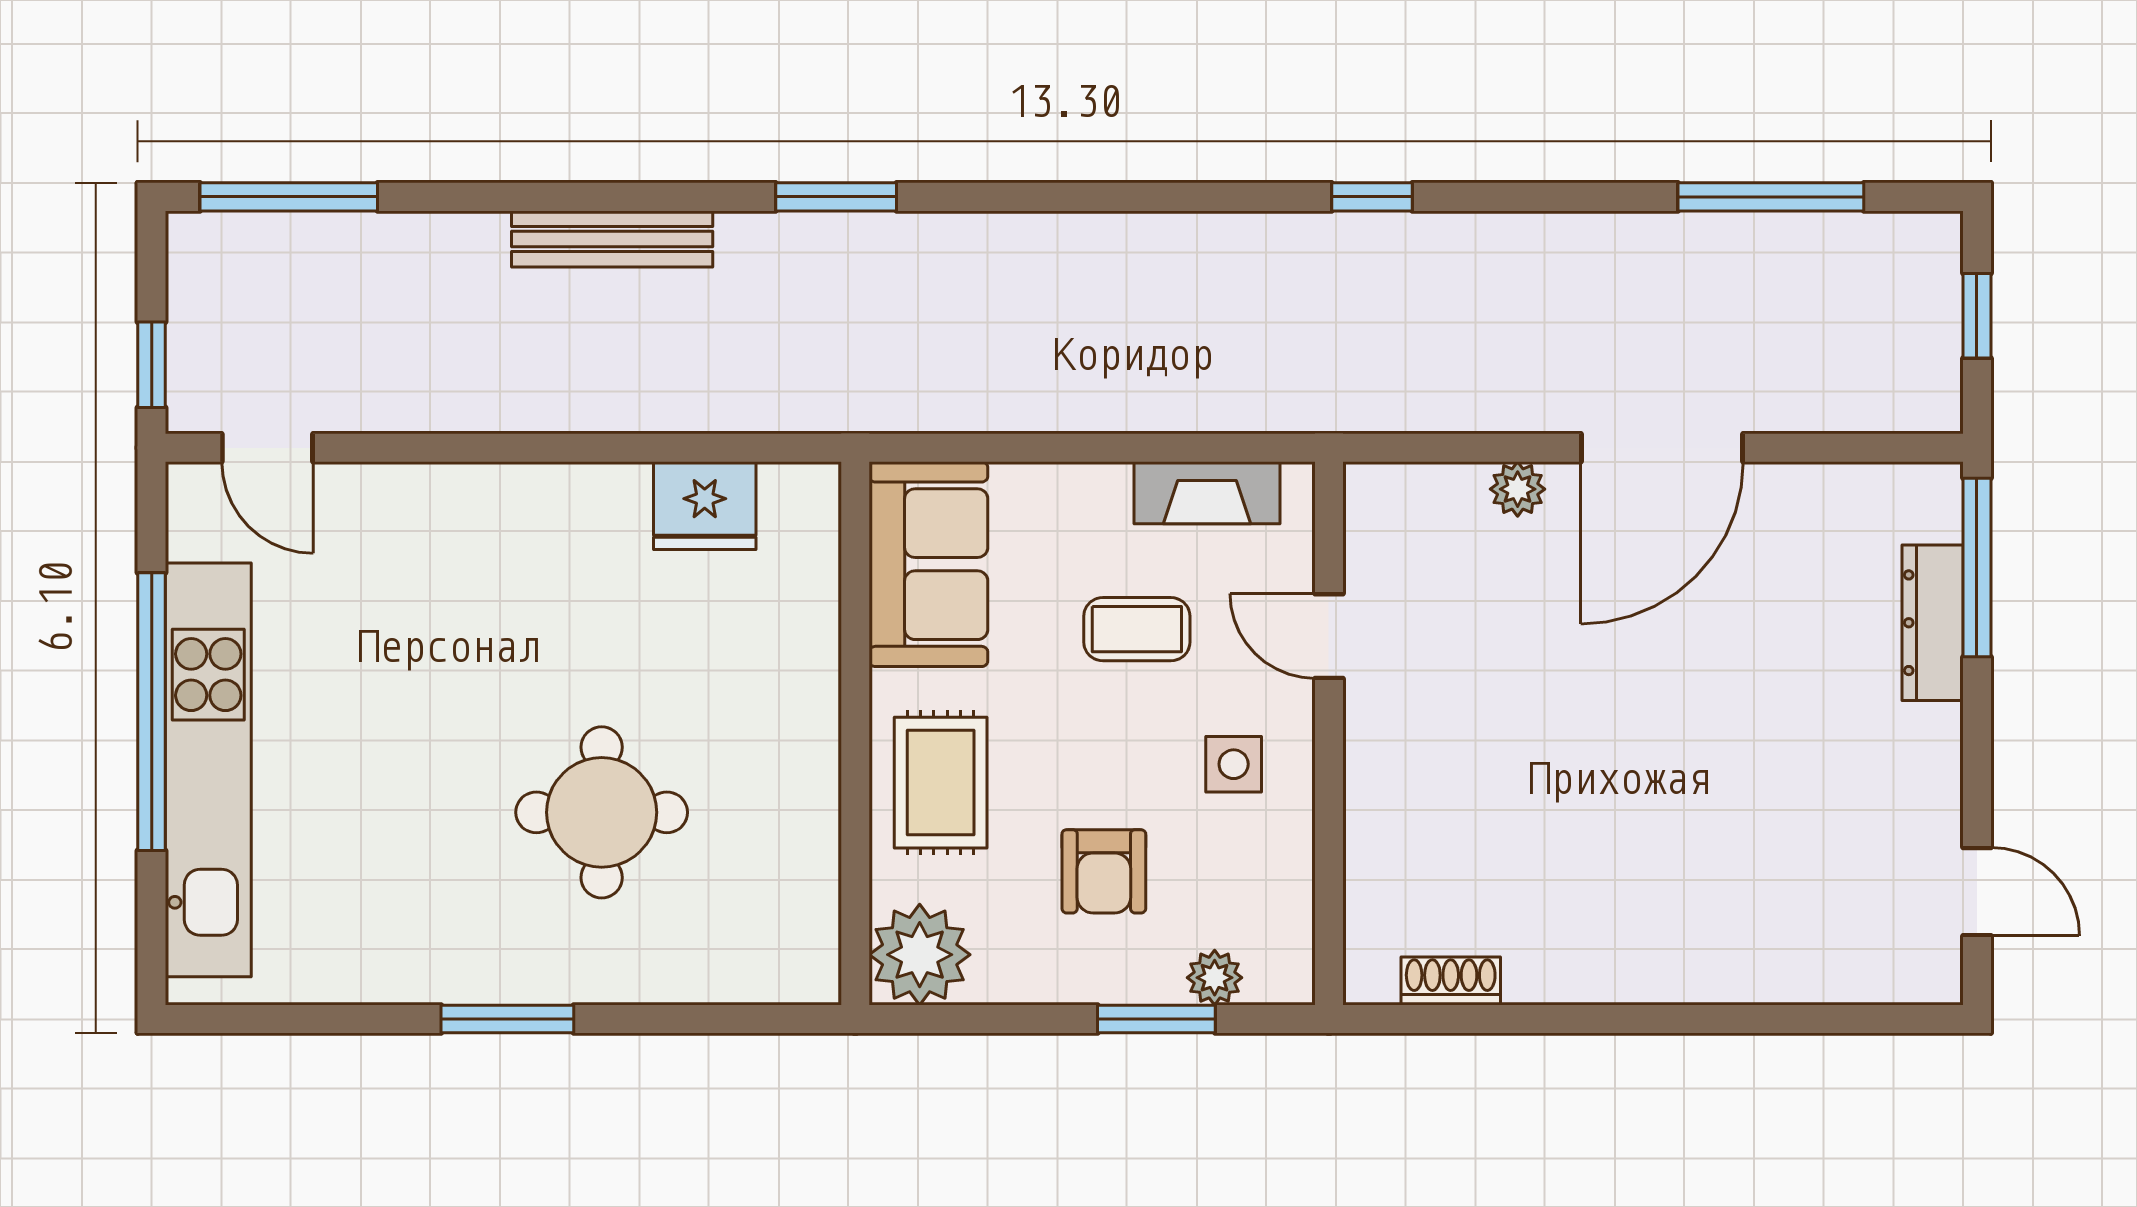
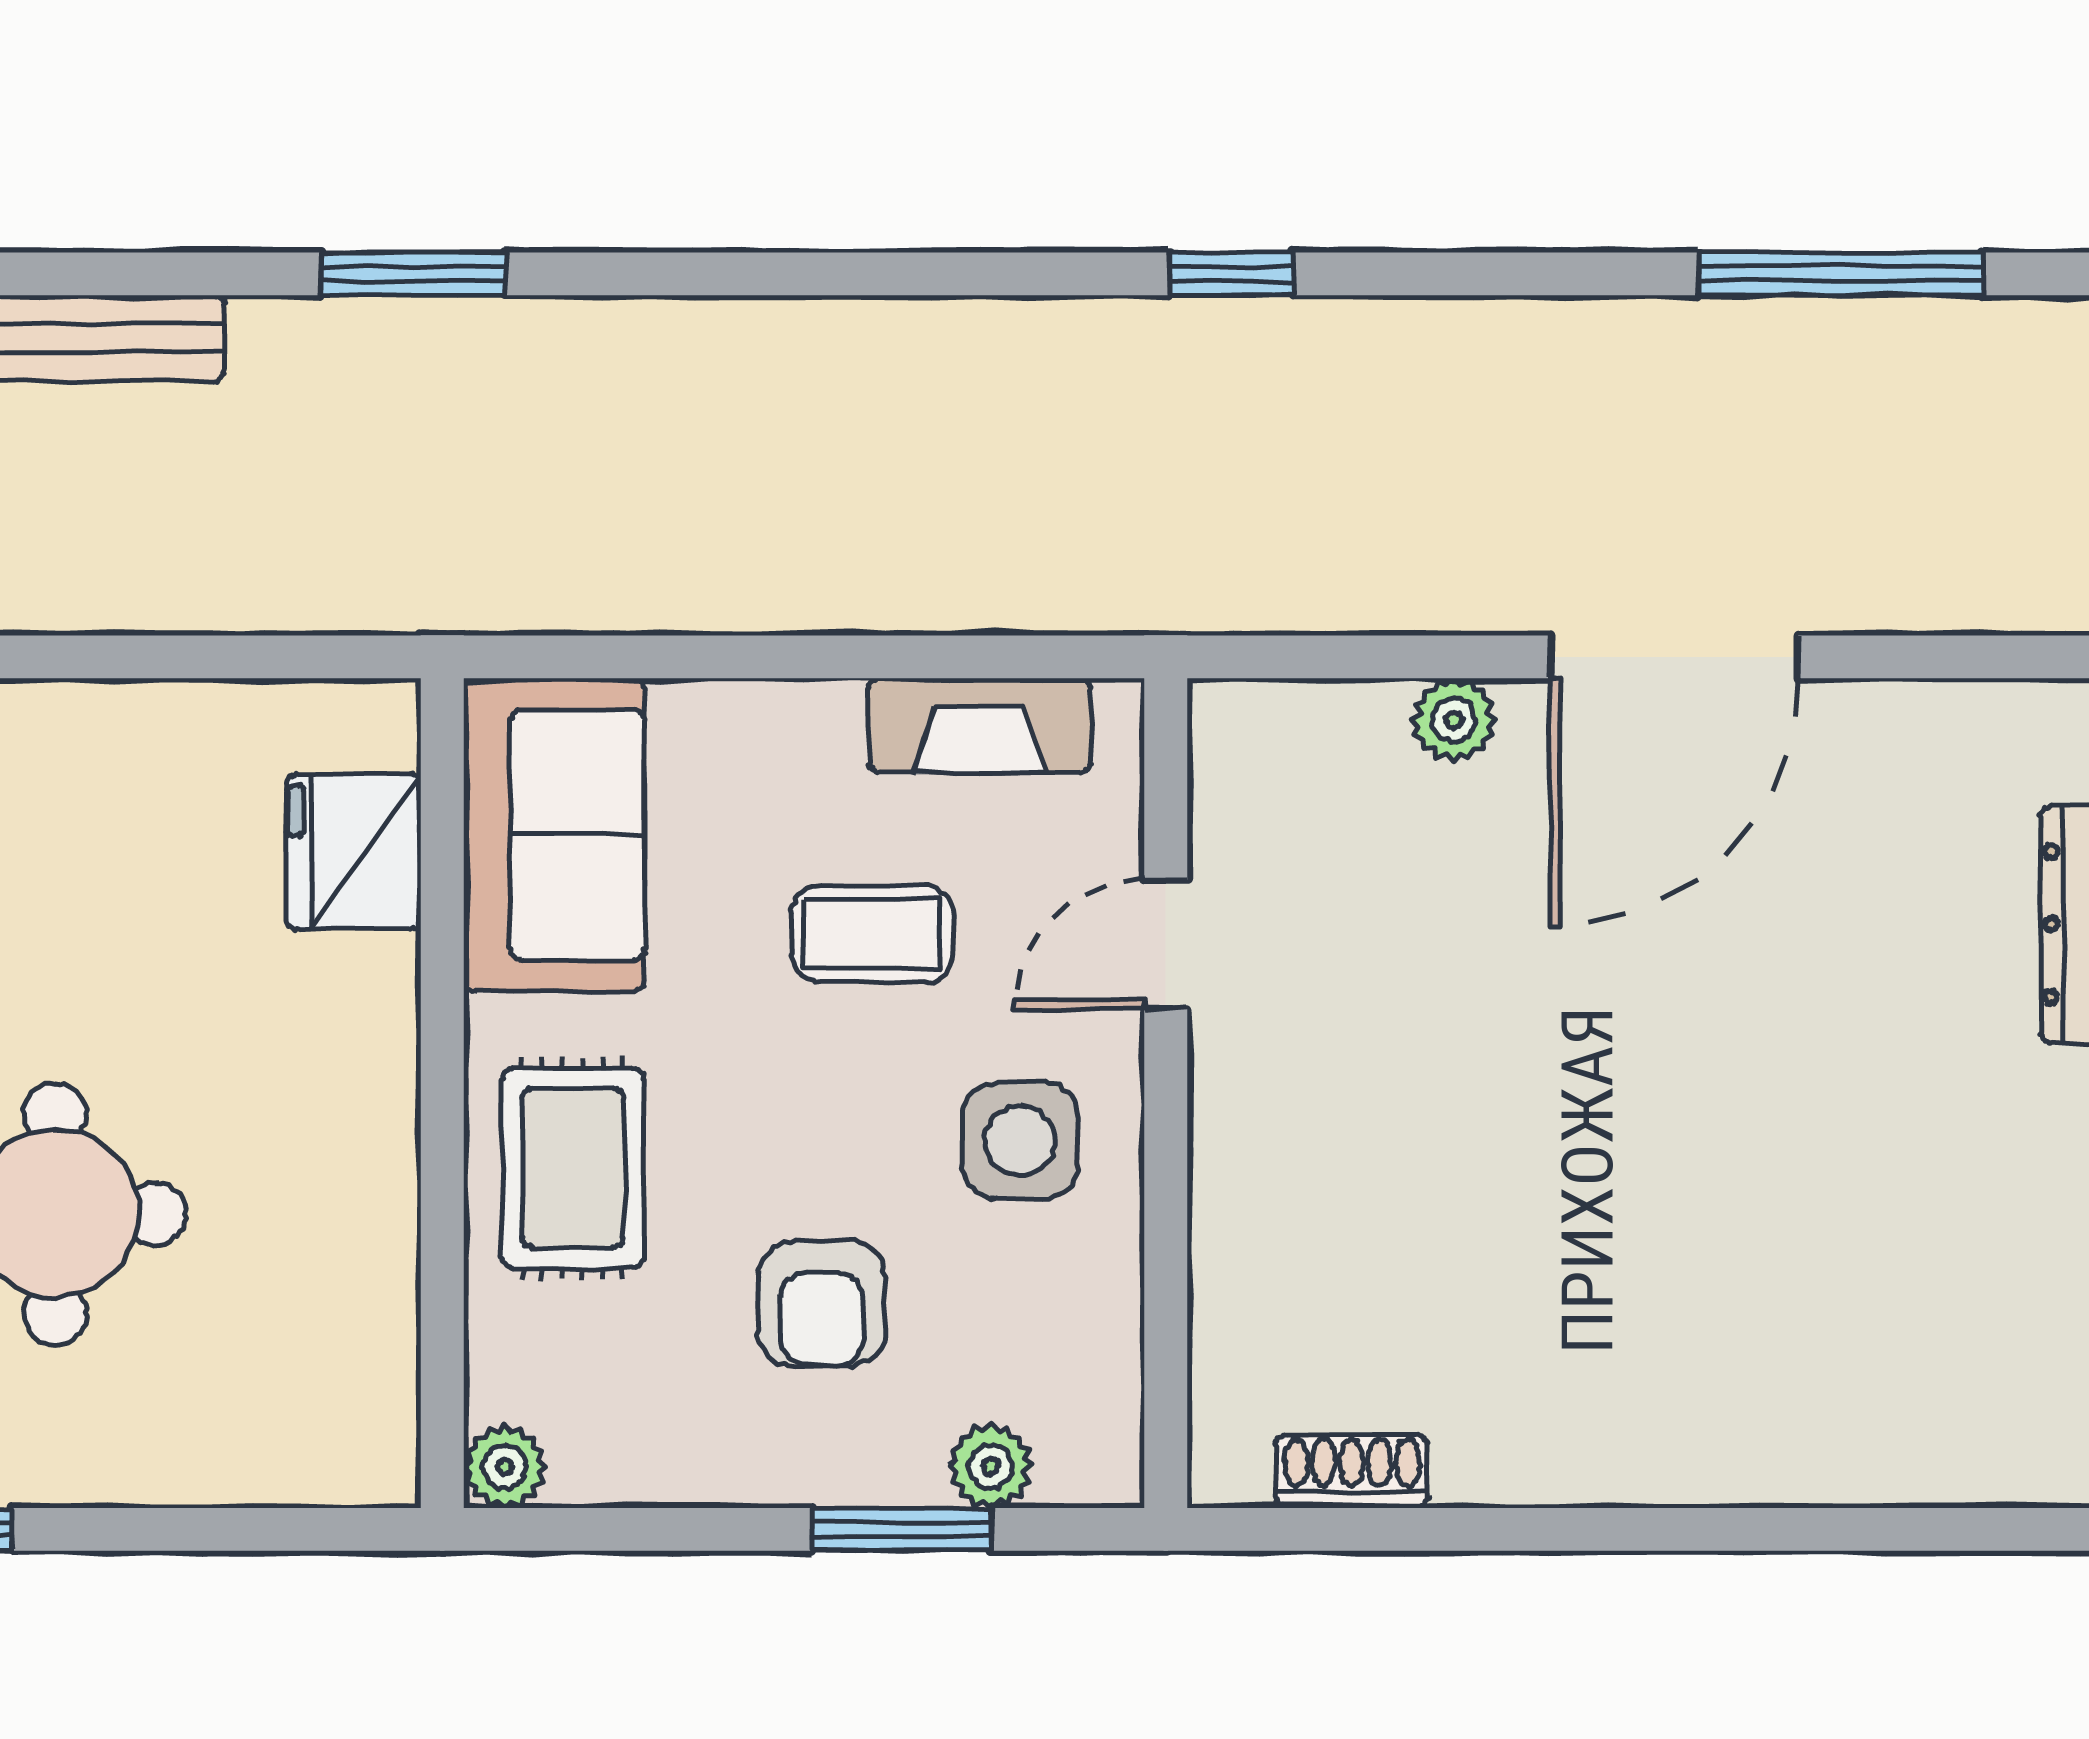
fridge: (705, 506) -> (354, 852), moved, turned 90
door: (1329, 636) -> (1166, 944), hinge flipped
side table: (1234, 764) -> (1020, 1140), width x1.37, depth x1.37
plant: (920, 955) -> (505, 1467), width x0.53, depth x0.53

